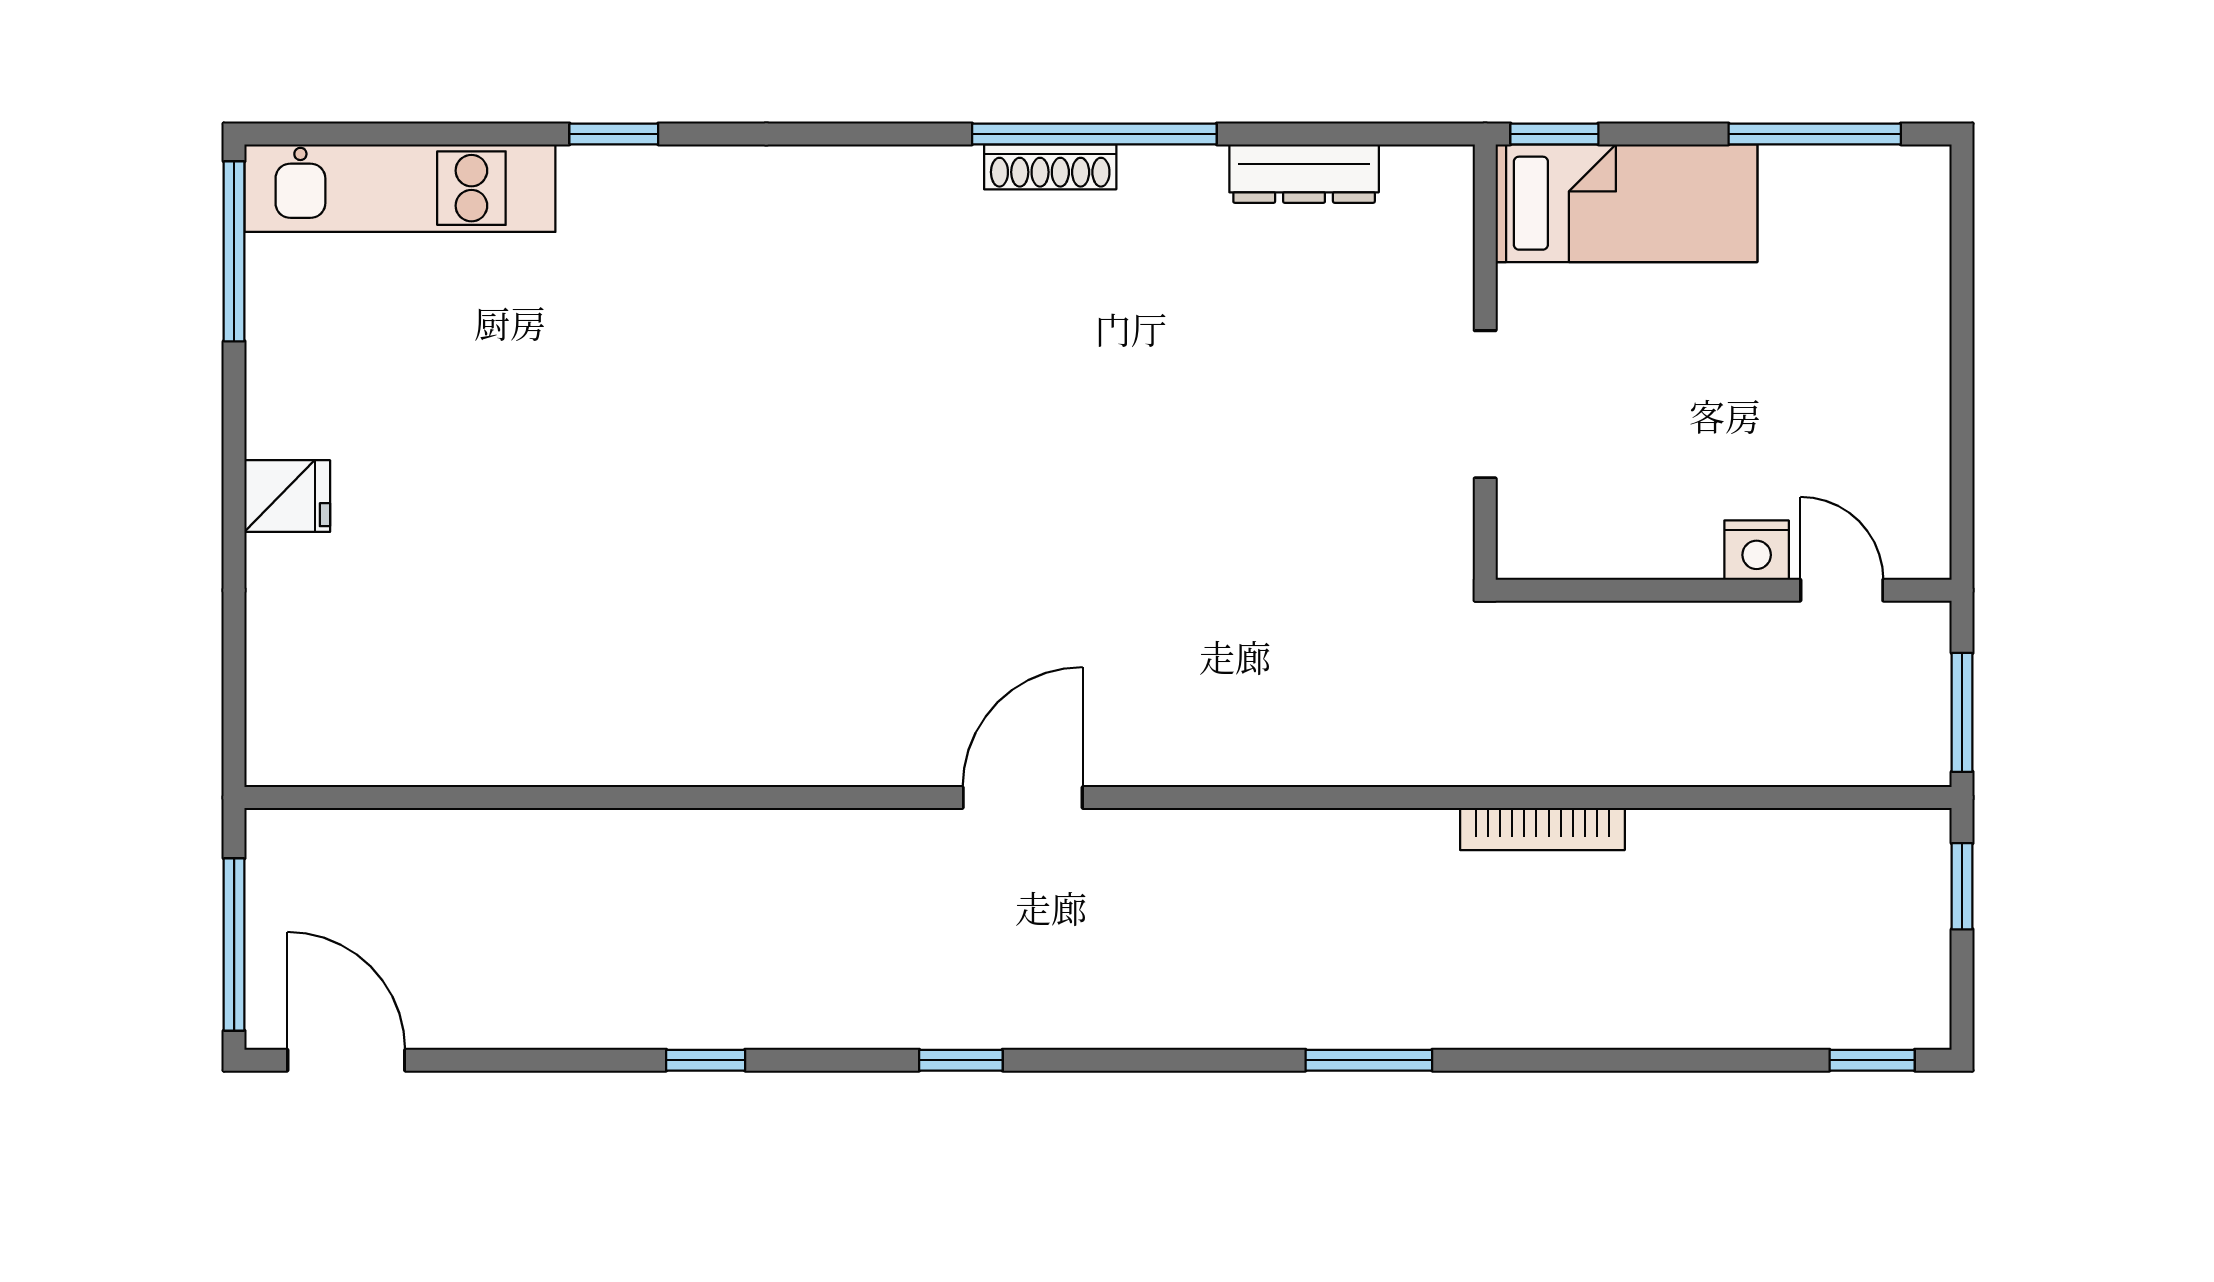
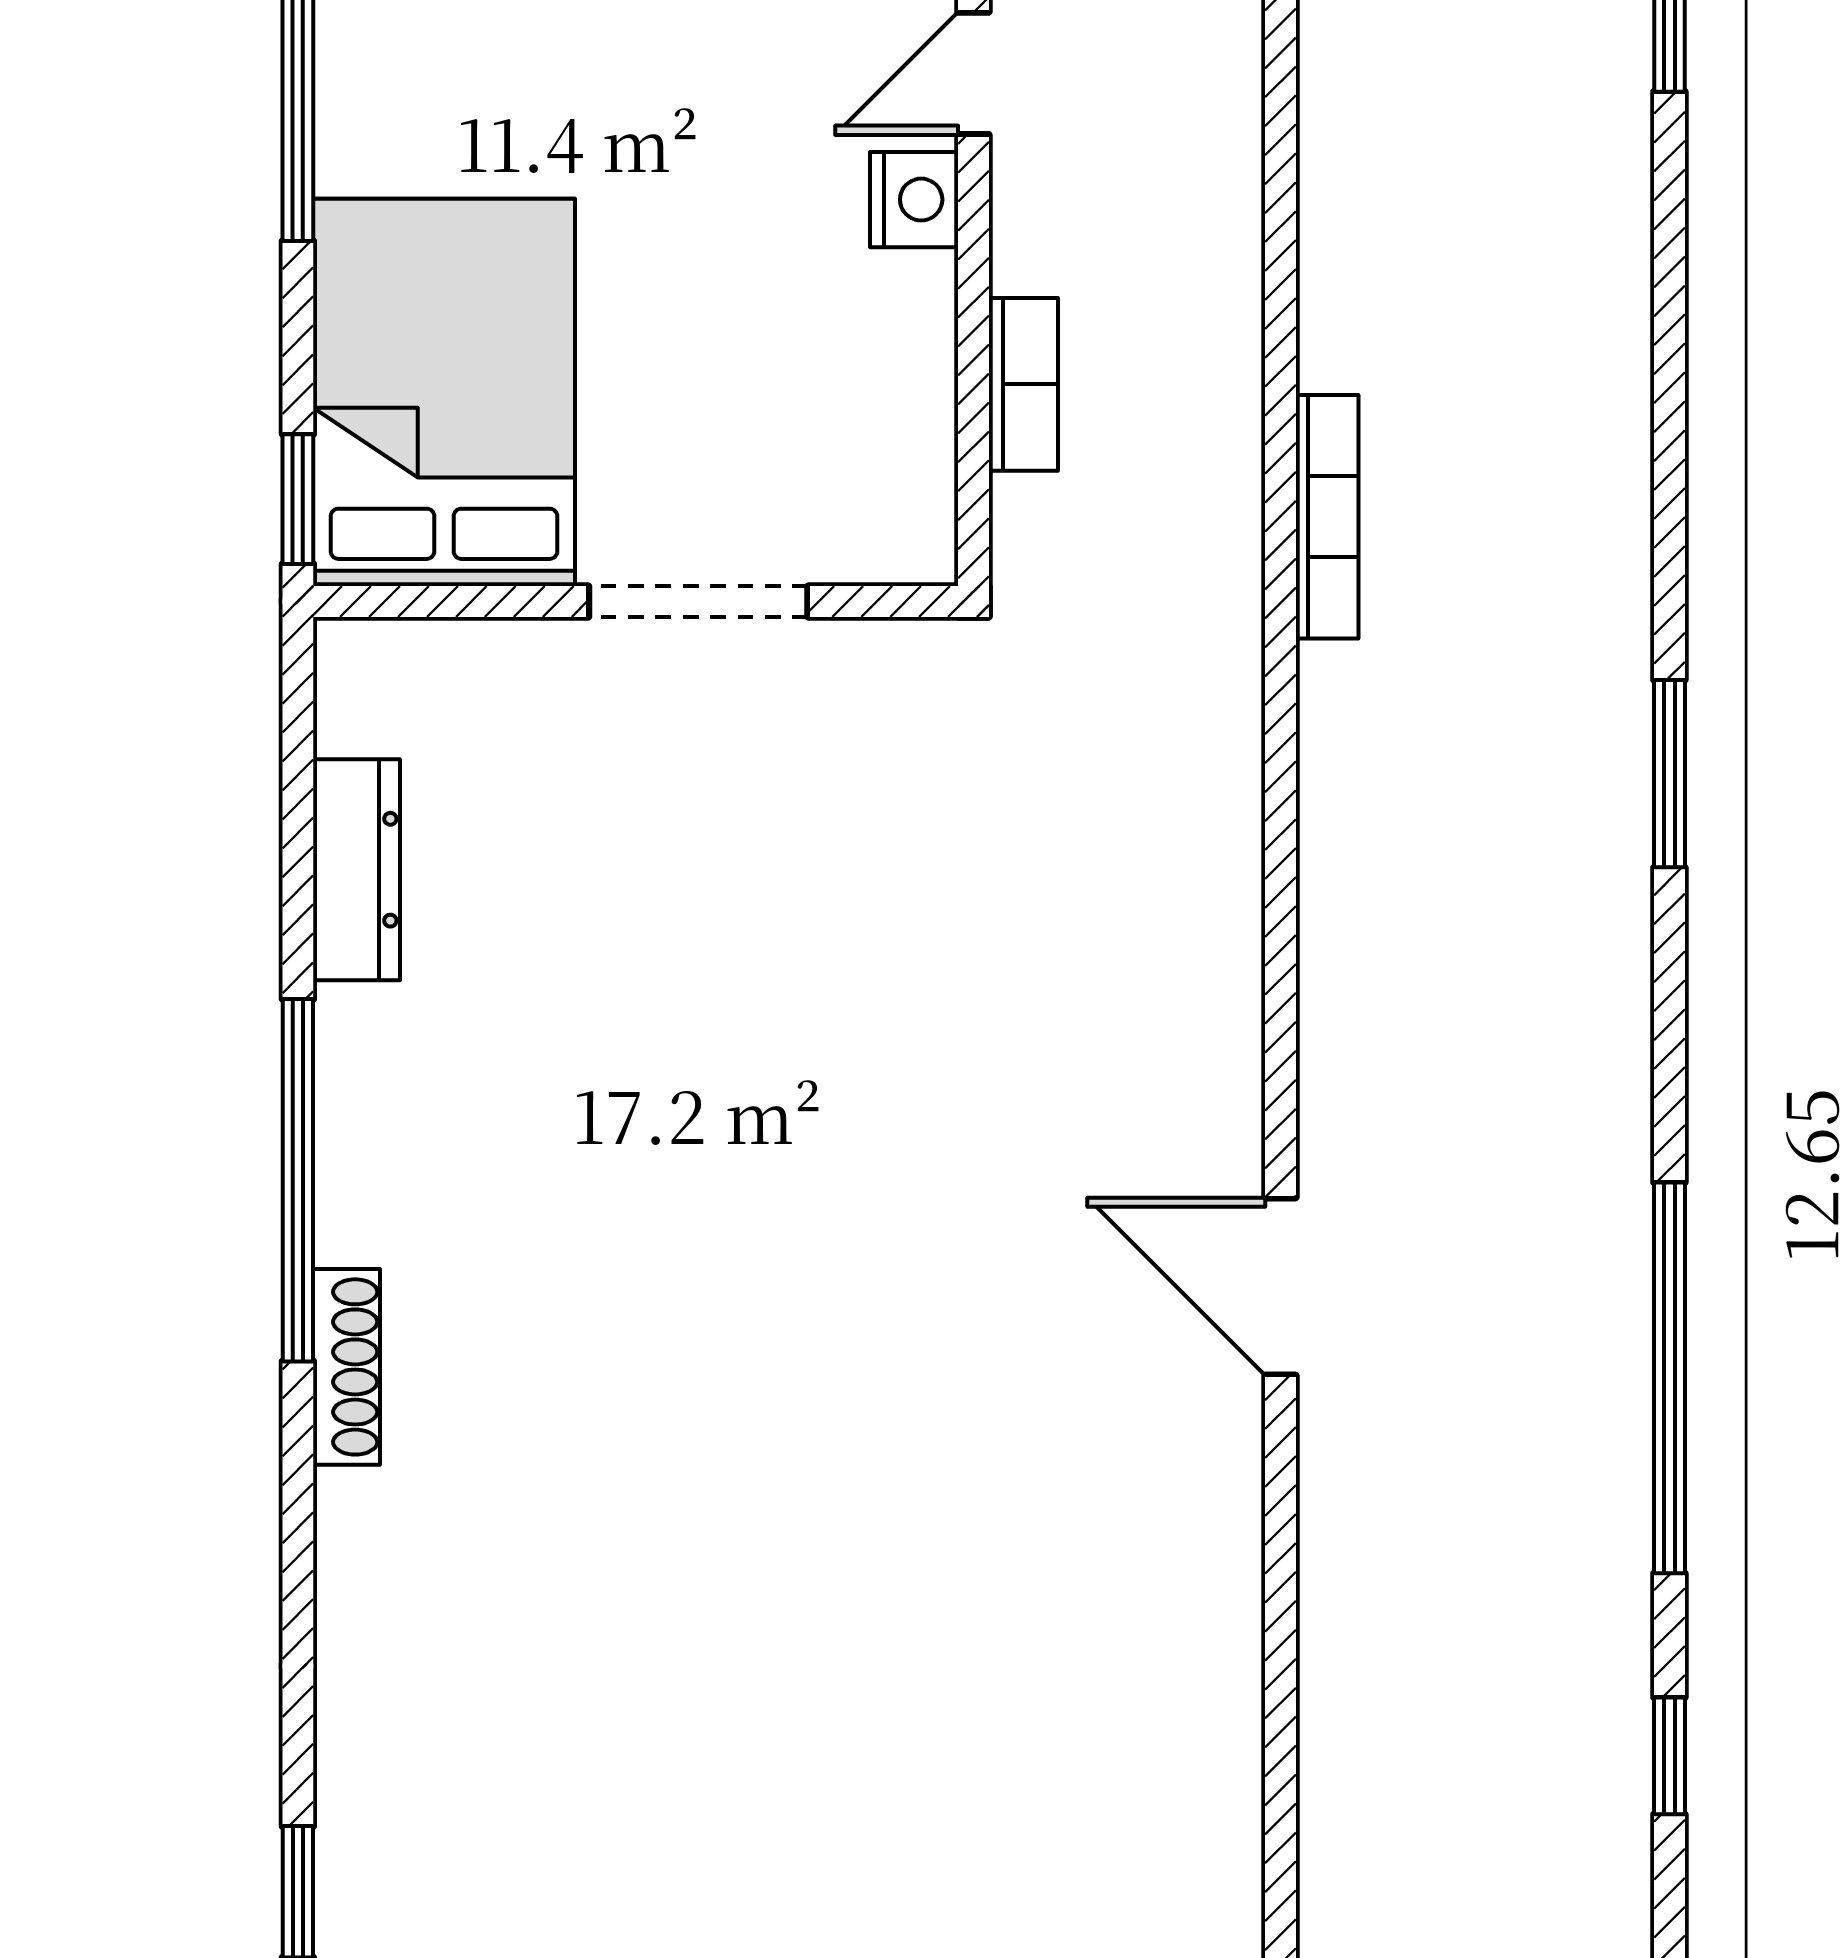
shoe rack: (1050, 167) -> (347, 1367), moved
bed: (1626, 203) -> (444, 392), width x1.50
bookcase: (1632, 624) -> (1023, 384), added
window: (961, 1060) -> (1669, 1378), width x3.17

